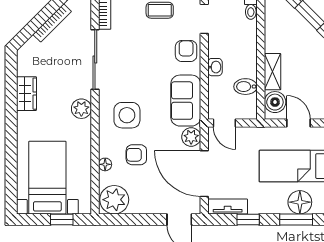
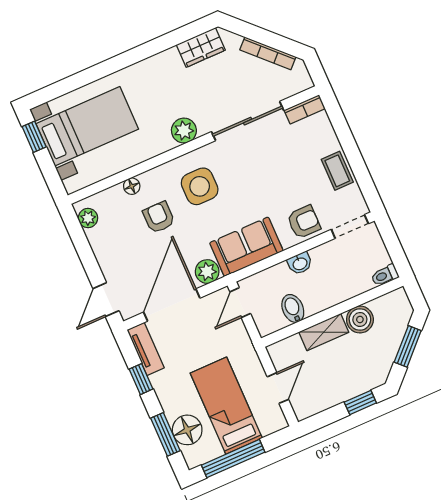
wardrobe: (26, 94) -> (201, 47), moved
boiler: (275, 102) -> (360, 319), moved
plant: (114, 200) -> (88, 218), width x0.53, depth x0.53
window: (62, 219) -> (34, 137), moved

